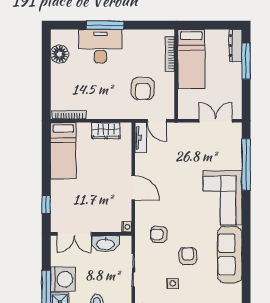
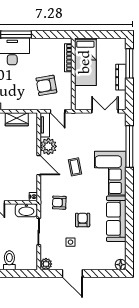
dresser: (235, 46) -> (121, 77), moved
armchair: (143, 89) -> (46, 85), turned 80
plant: (145, 164) -> (48, 146), added
coffee table: (178, 190) -> (75, 167), added
washbasin: (105, 244) -> (26, 210), moved

